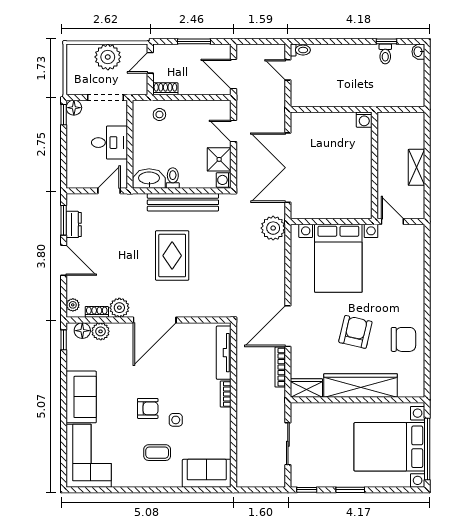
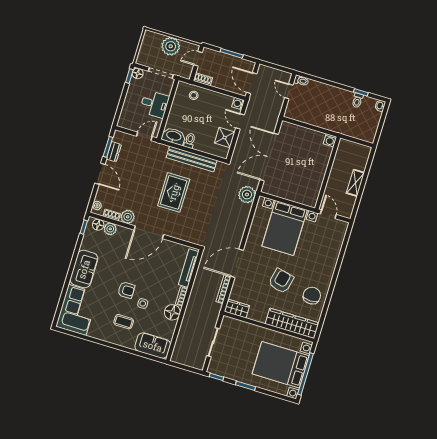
washing machine: (224, 180) -> (238, 104), moved
chair: (403, 339) -> (312, 296), turned -90
wardrobe: (361, 385) -> (292, 323), moved
floor lamp: (220, 420) -> (172, 312), added

